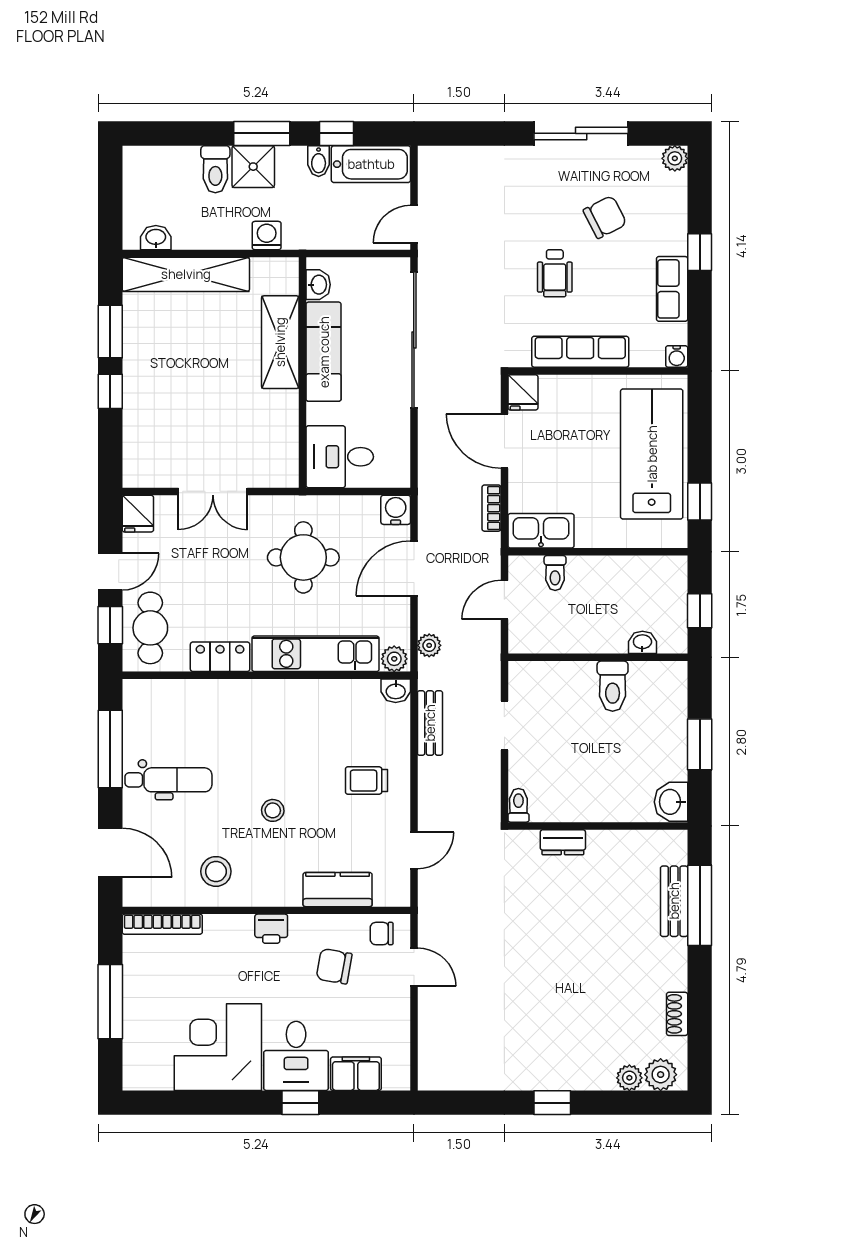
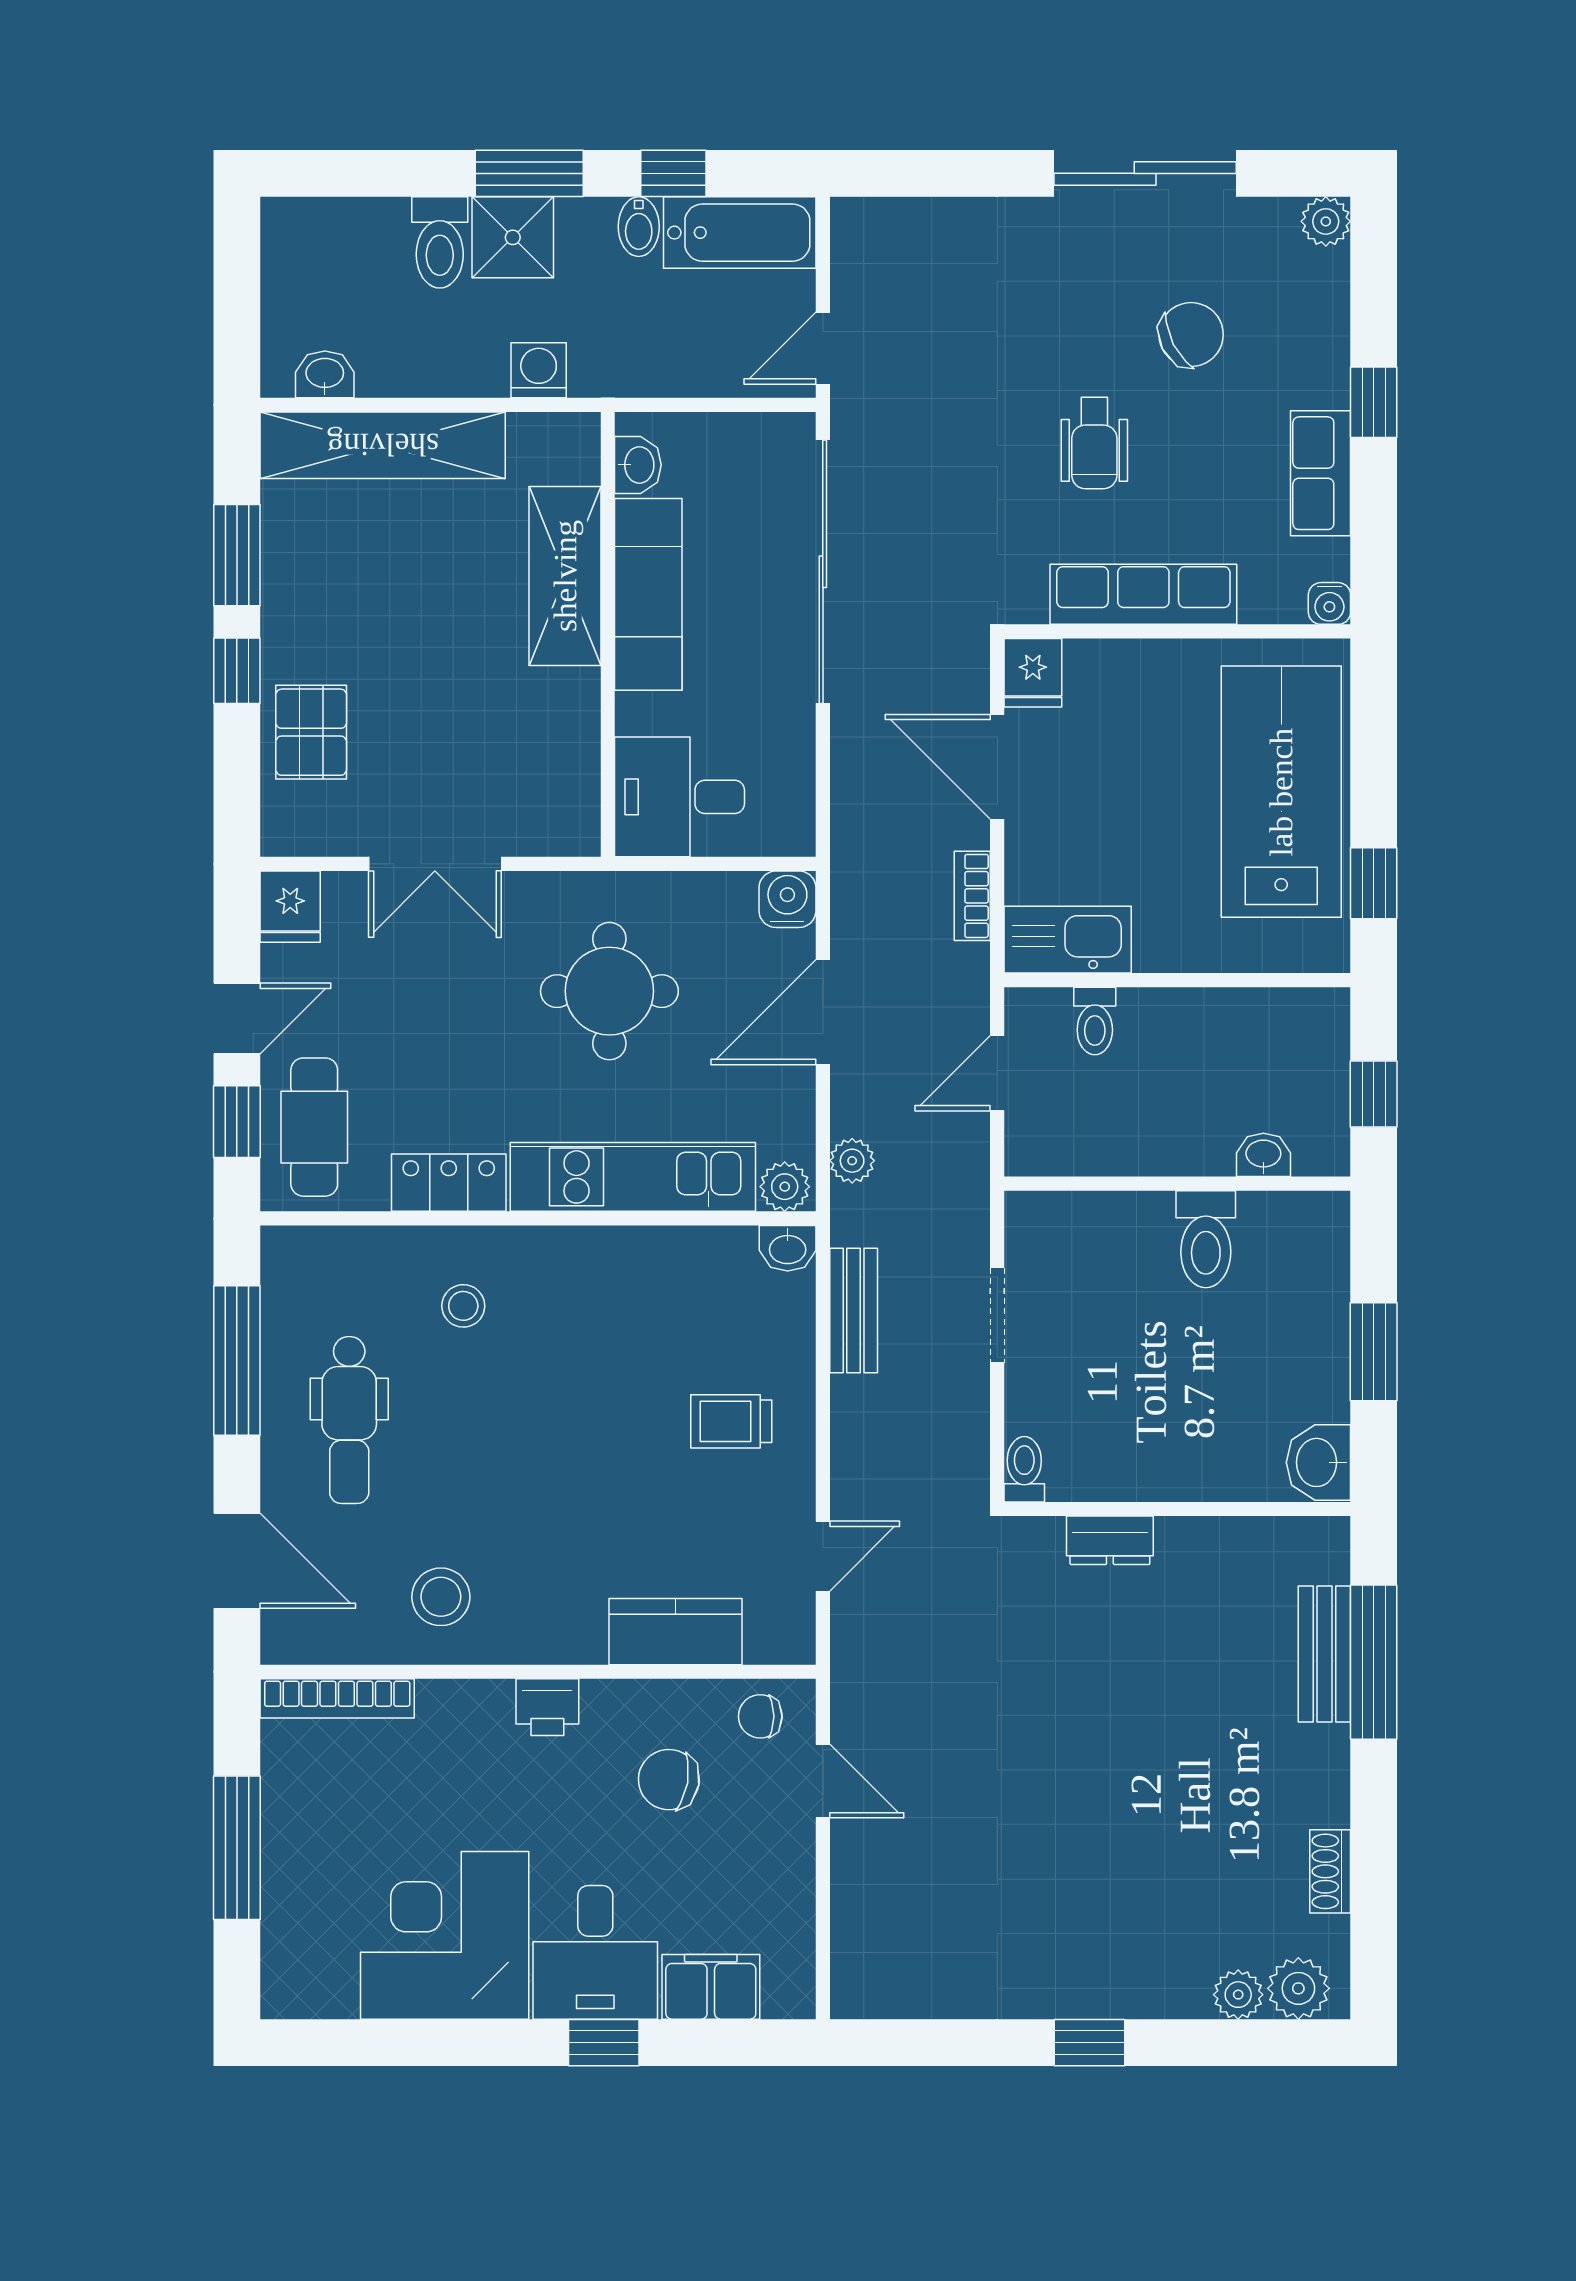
pallet: (149, 423) -> (311, 732), added
dental chair: (168, 780) -> (349, 1420), turned 90
stool: (273, 810) -> (463, 1306), moved

